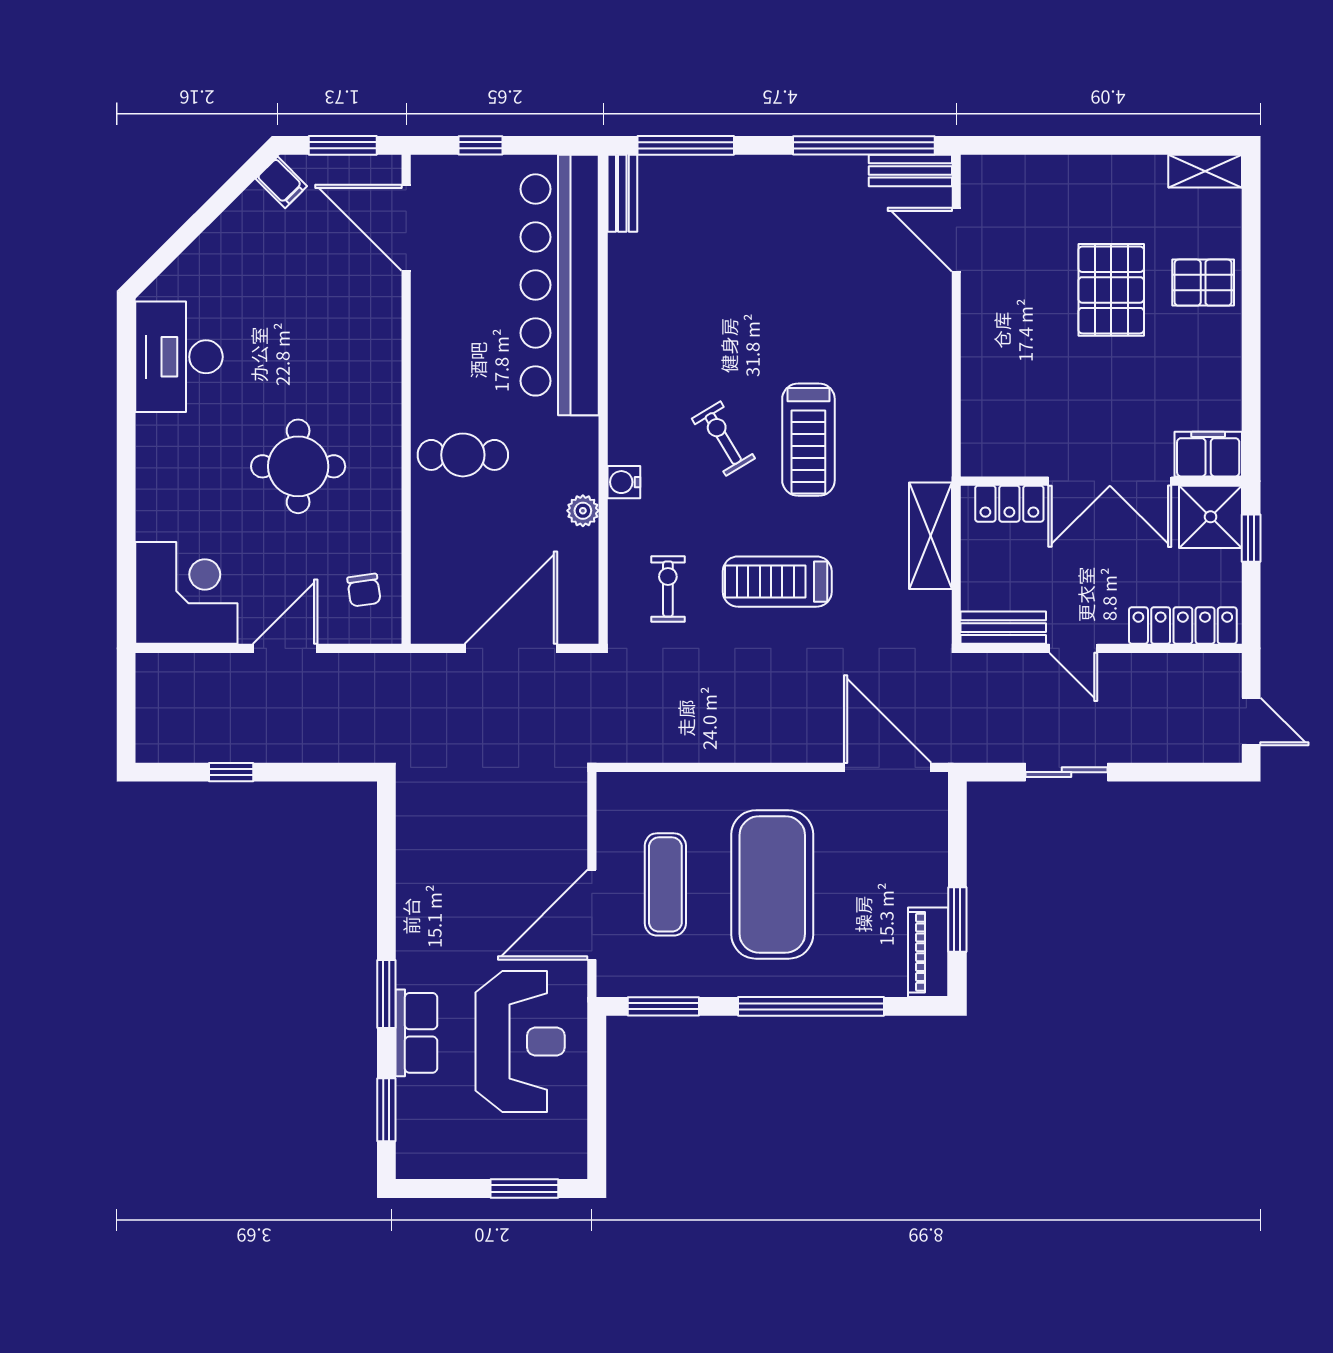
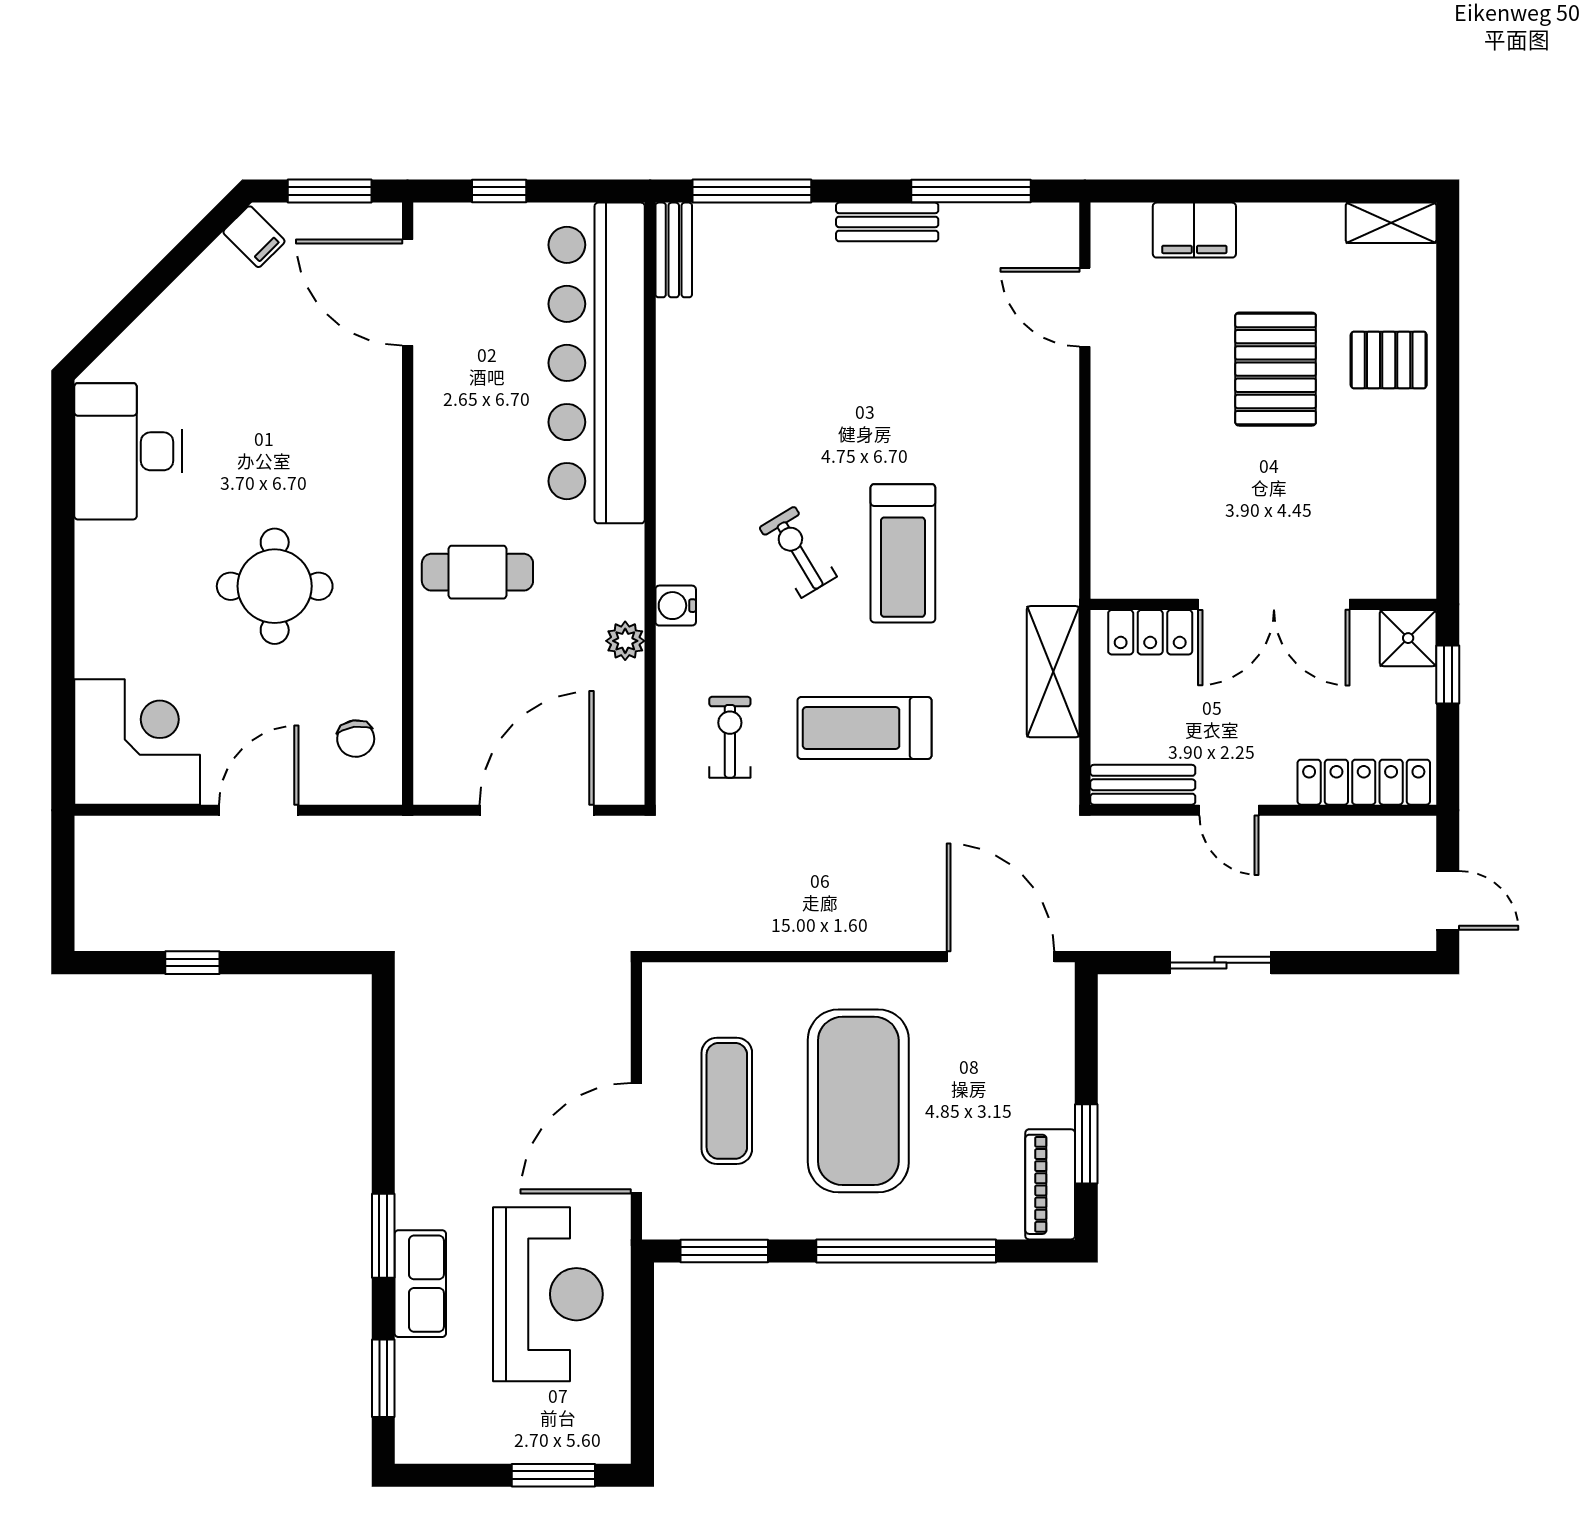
window: (864, 145) -> (971, 191), width x0.68
bench: (910, 170) -> (887, 222), moved
filing cabinet: (1208, 454) -> (1194, 230), moved, turned 180
shower: (1211, 517) -> (1408, 638), width x0.73, depth x0.73

